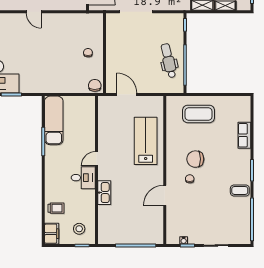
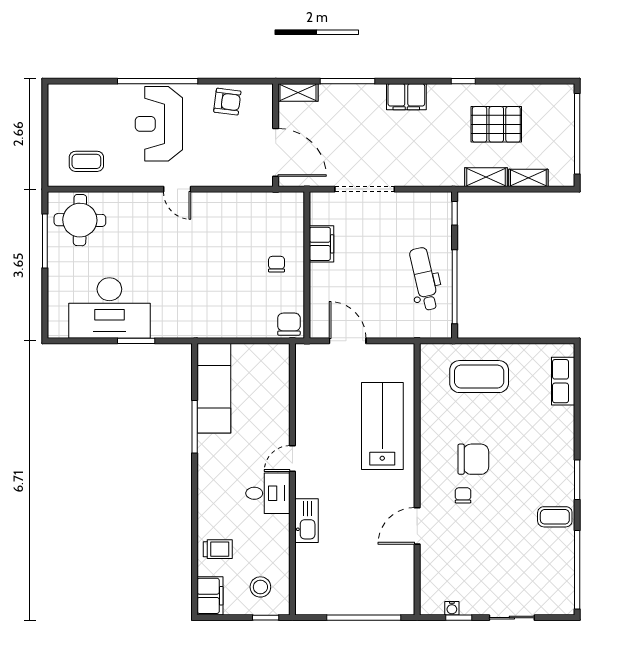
filing cabinet: (113, 42) -> (322, 244), added
row of seats: (244, 135) -> (563, 381), moved
chair: (195, 159) -> (473, 459), turned 180

